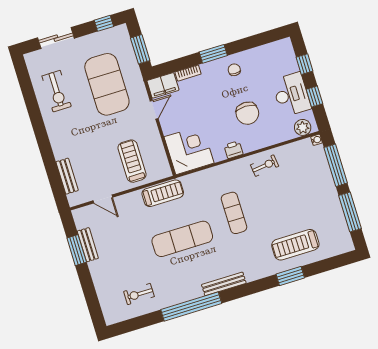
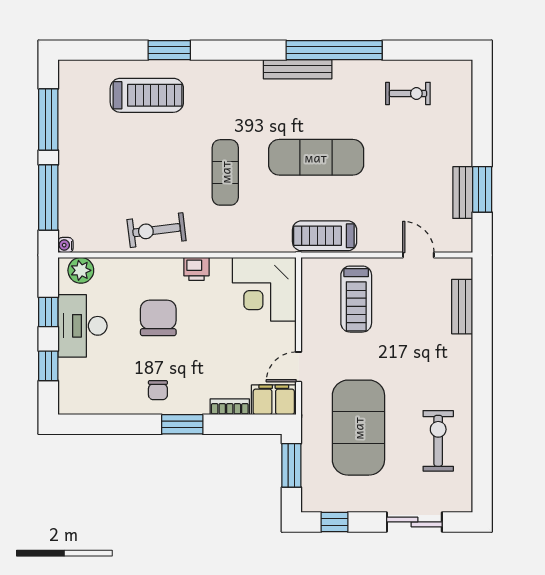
exercise bike: (265, 166) -> (157, 230), width x1.38, depth x1.39
bench: (224, 284) -> (298, 69), moved

